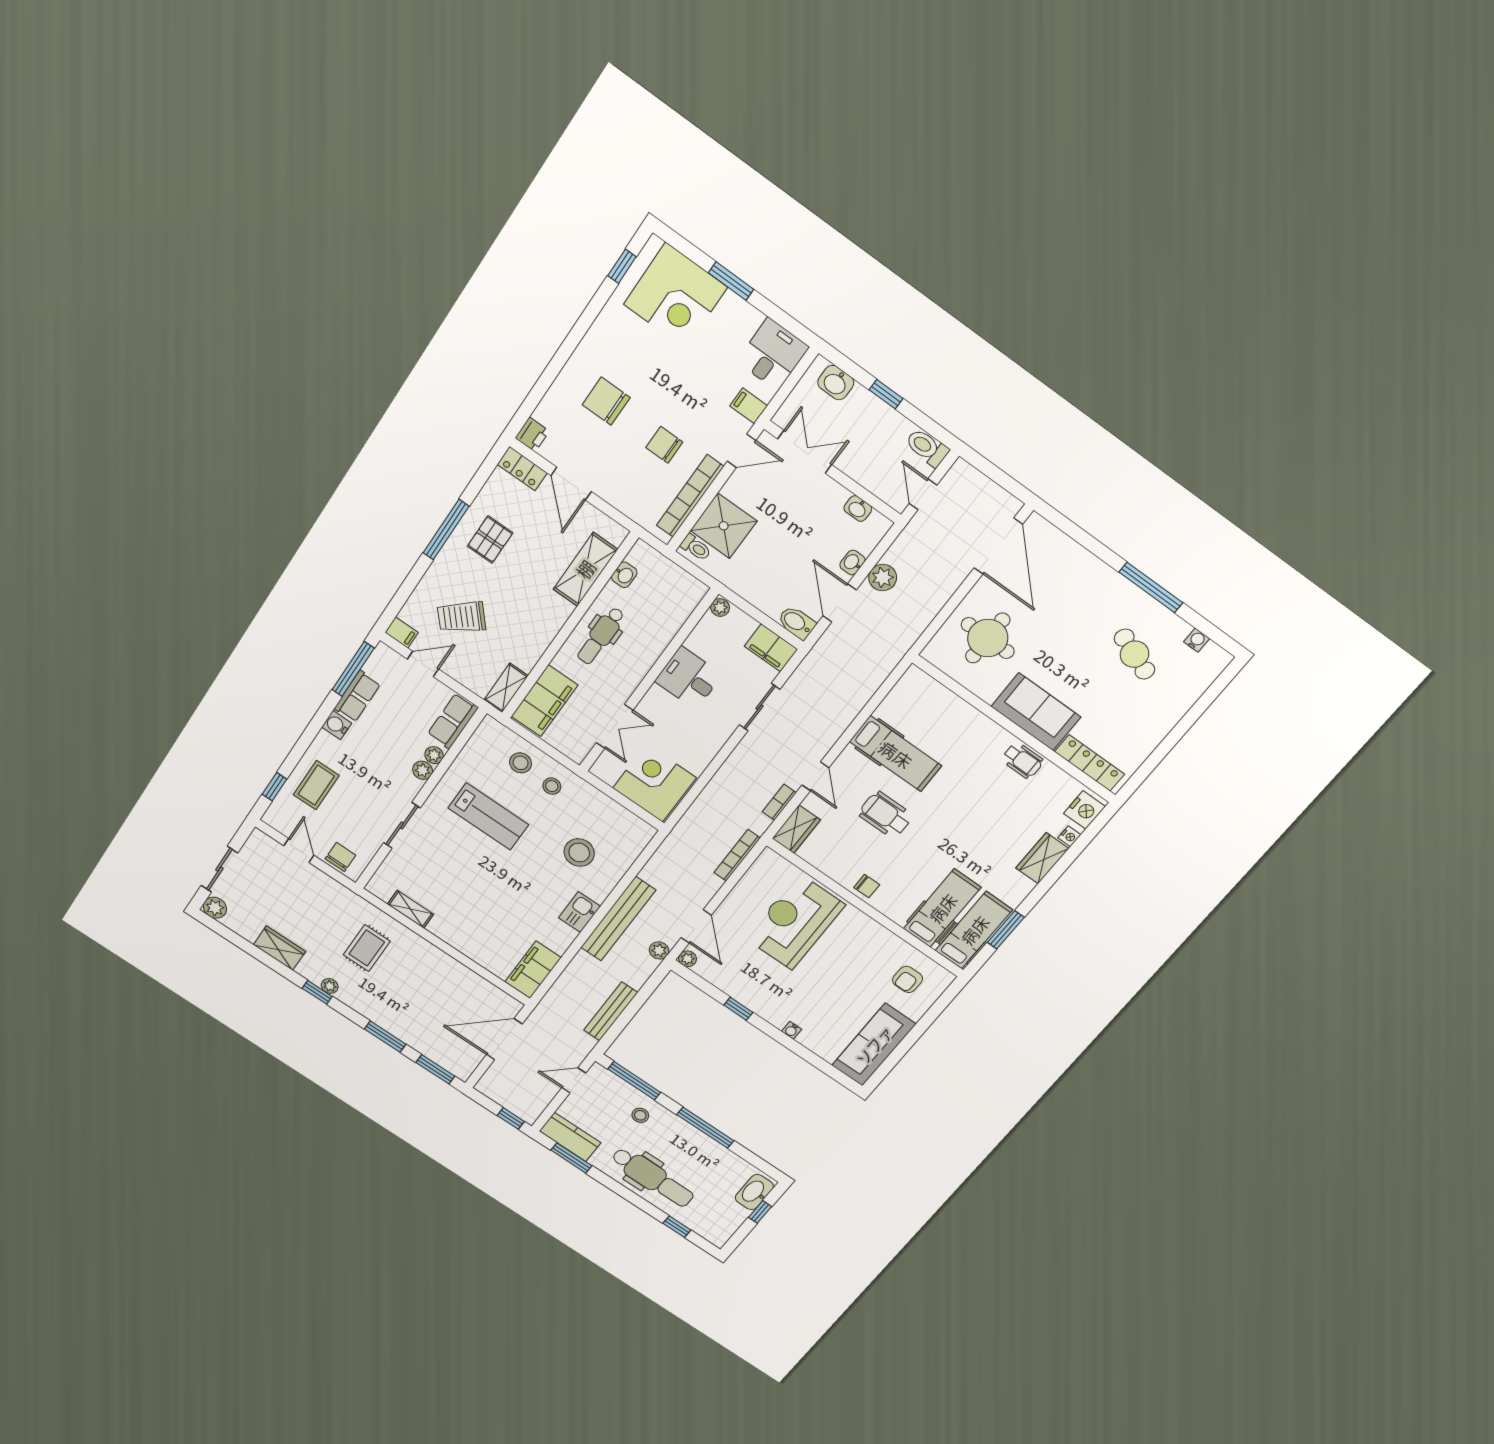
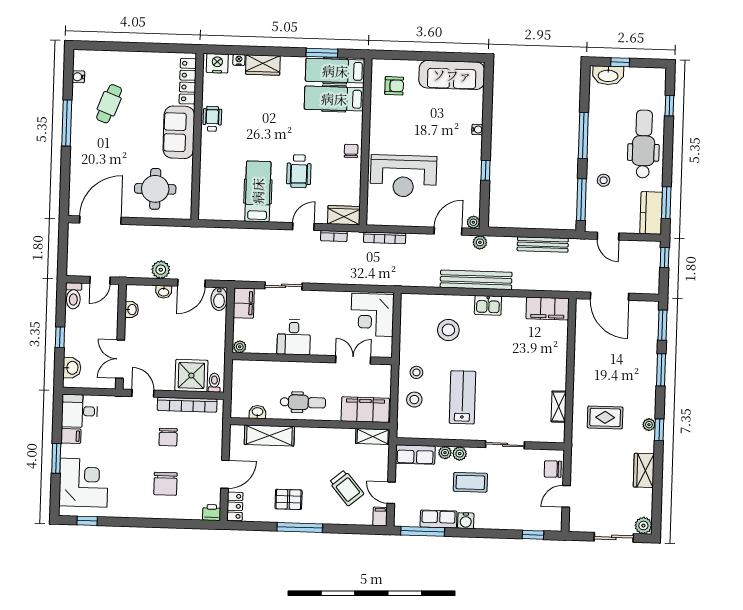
filing cabinet: (749, 406) -> (71, 436), moved, turned -90
coffee table: (316, 785) -> (470, 482), moved

